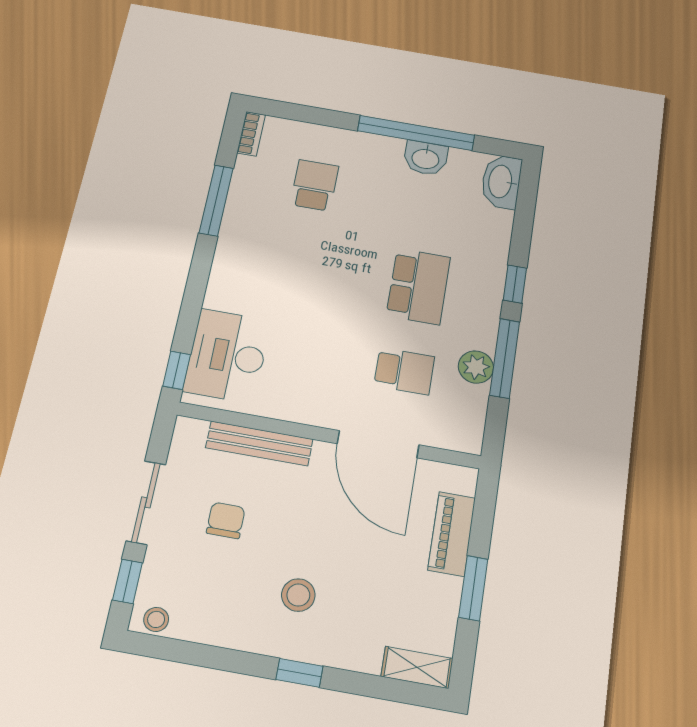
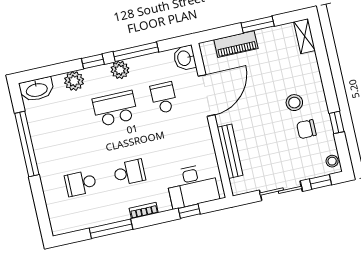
bookcase: (251, 134) -> (144, 210), moved
washbasin: (426, 158) -> (185, 58), moved, turned 180
plant: (493, 242) -> (74, 81), added
school desk: (298, 265) -> (129, 172), added
plant: (476, 367) -> (120, 70), moved
window: (177, 370) -> (189, 211), moved
chair: (226, 520) -> (306, 129), moved
window: (299, 673) -> (337, 122), moved

